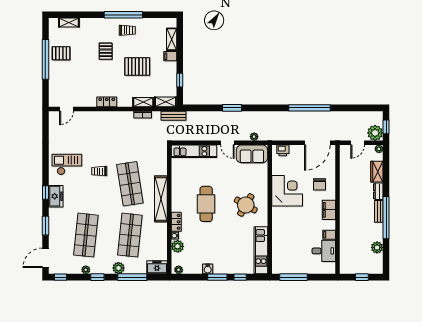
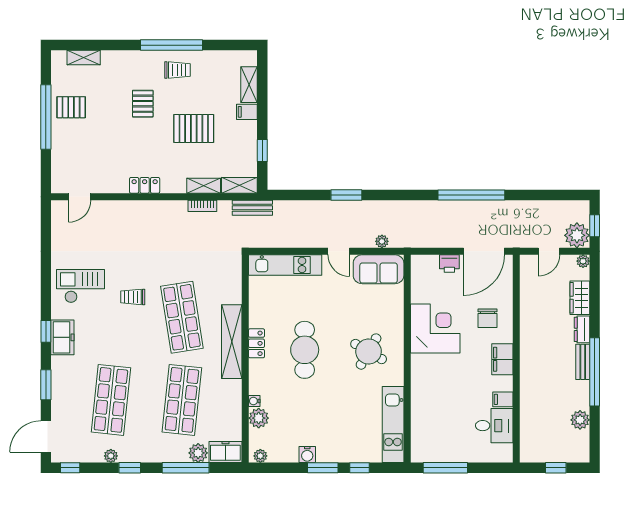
printer: (283, 150) -> (449, 263), moved
locker: (176, 222) -> (256, 343), moved
plant: (118, 268) -> (198, 453), moved

